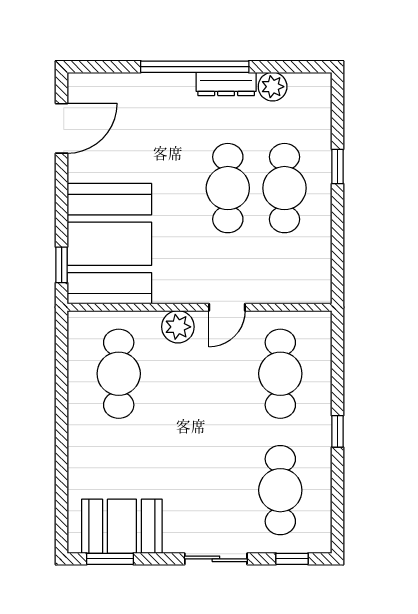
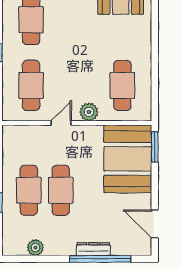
window: (195, 67) -> (100, 259), moved
dresser: (226, 84) -> (93, 249), moved
door: (62, 128) -> (155, 224), hinge flipped
window: (62, 265) -> (155, 147), width x1.50

